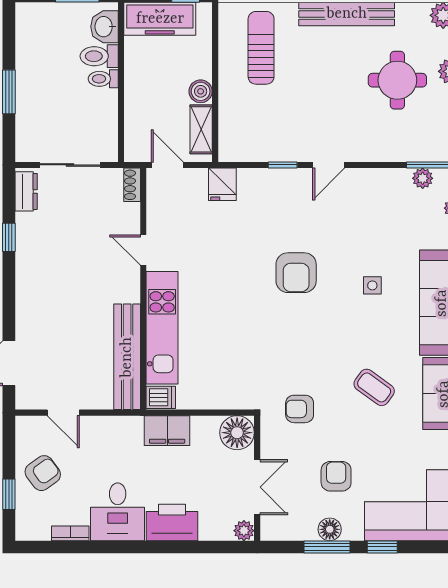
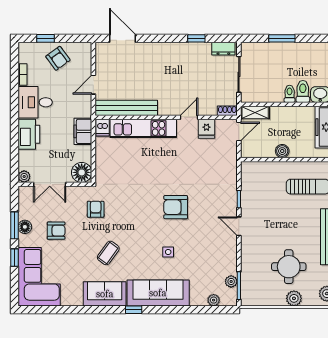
shelving: (201, 129) -> (255, 112), moved
fridge: (222, 184) -> (206, 129), moved, turned -90
door: (63, 413) -> (93, 85), moved

